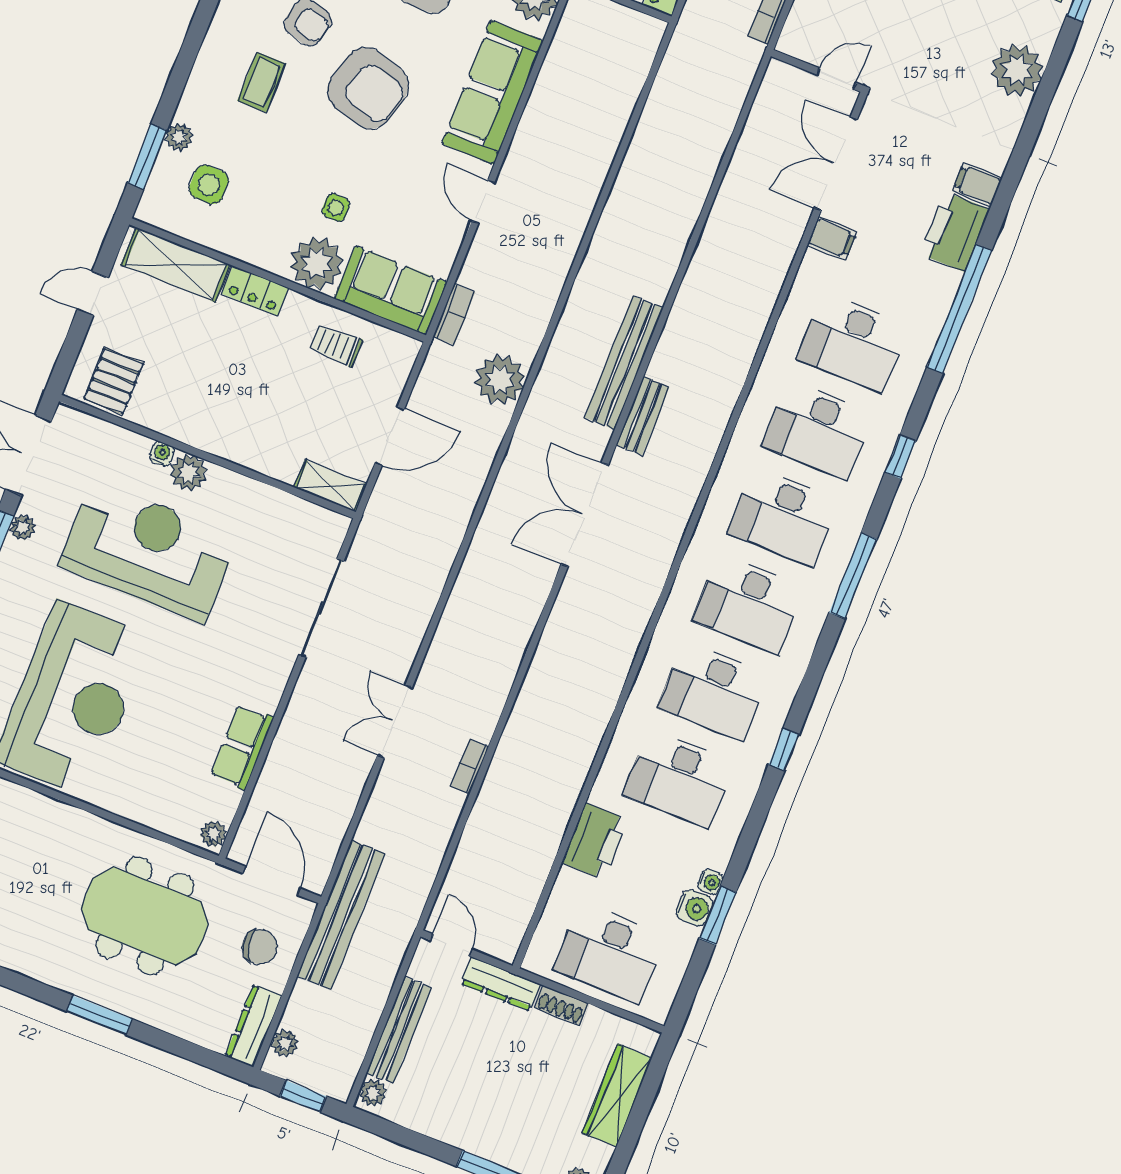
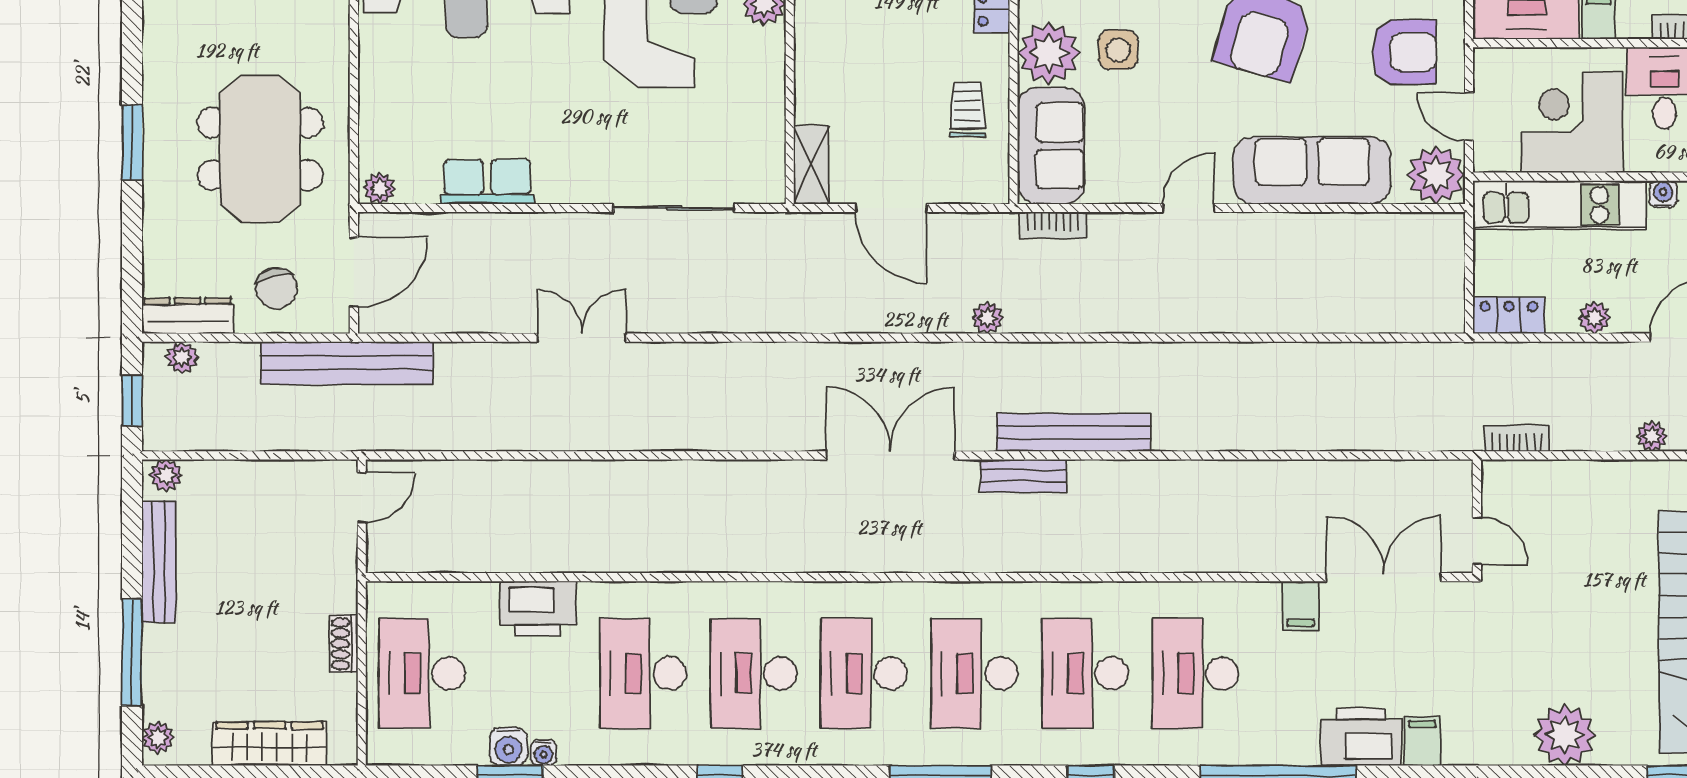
side table: (336, 208) -> (1118, 50), width x1.37, depth x1.37
plant: (500, 380) -> (988, 318), width x0.53, depth x0.53
bookcase: (470, 766) -> (565, 439), removed
dresser: (501, 984) -> (341, 568), removed
bench: (399, 1030) -> (159, 562), moved, turned 90

